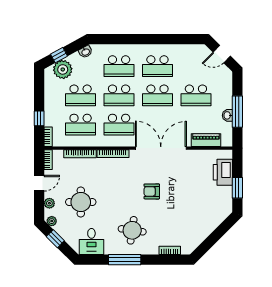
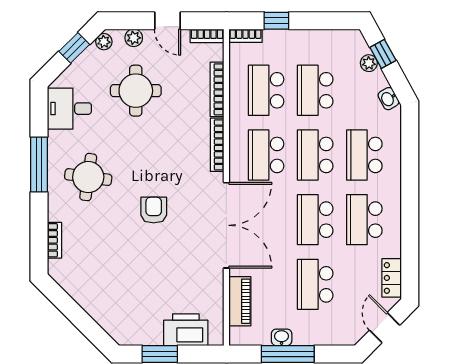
locker: (192, 50) -> (392, 278), added
plant: (63, 69) -> (369, 63), width x0.53, depth x0.53

